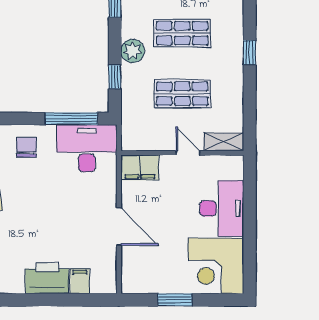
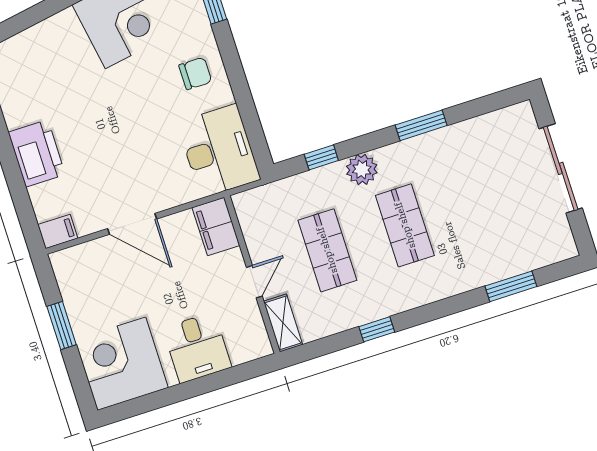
window: (250, 52) -> (377, 329), moved
window: (71, 119) -> (250, 119), removed
desk: (222, 209) -> (197, 348), width x0.73
door: (119, 226) -> (132, 224), hinge flipped
filing cabinet: (80, 281) -> (58, 231), moved

